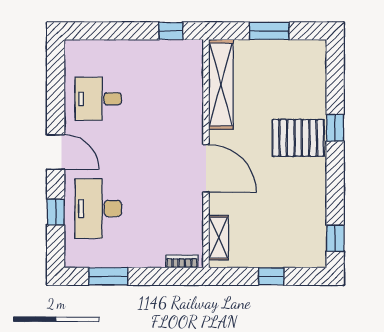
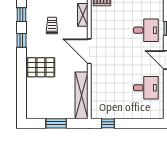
window: (335, 128) -> (22, 40), moved
desk: (98, 209) -> (146, 30), width x0.73
trolley: (277, 218) -> (52, 25), added

